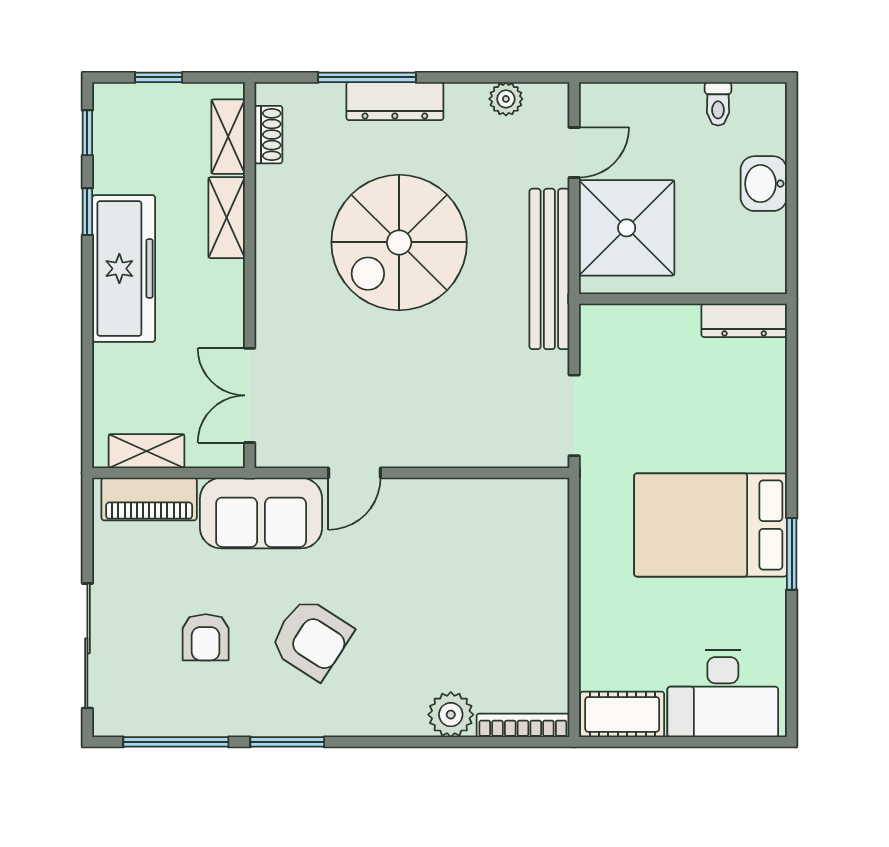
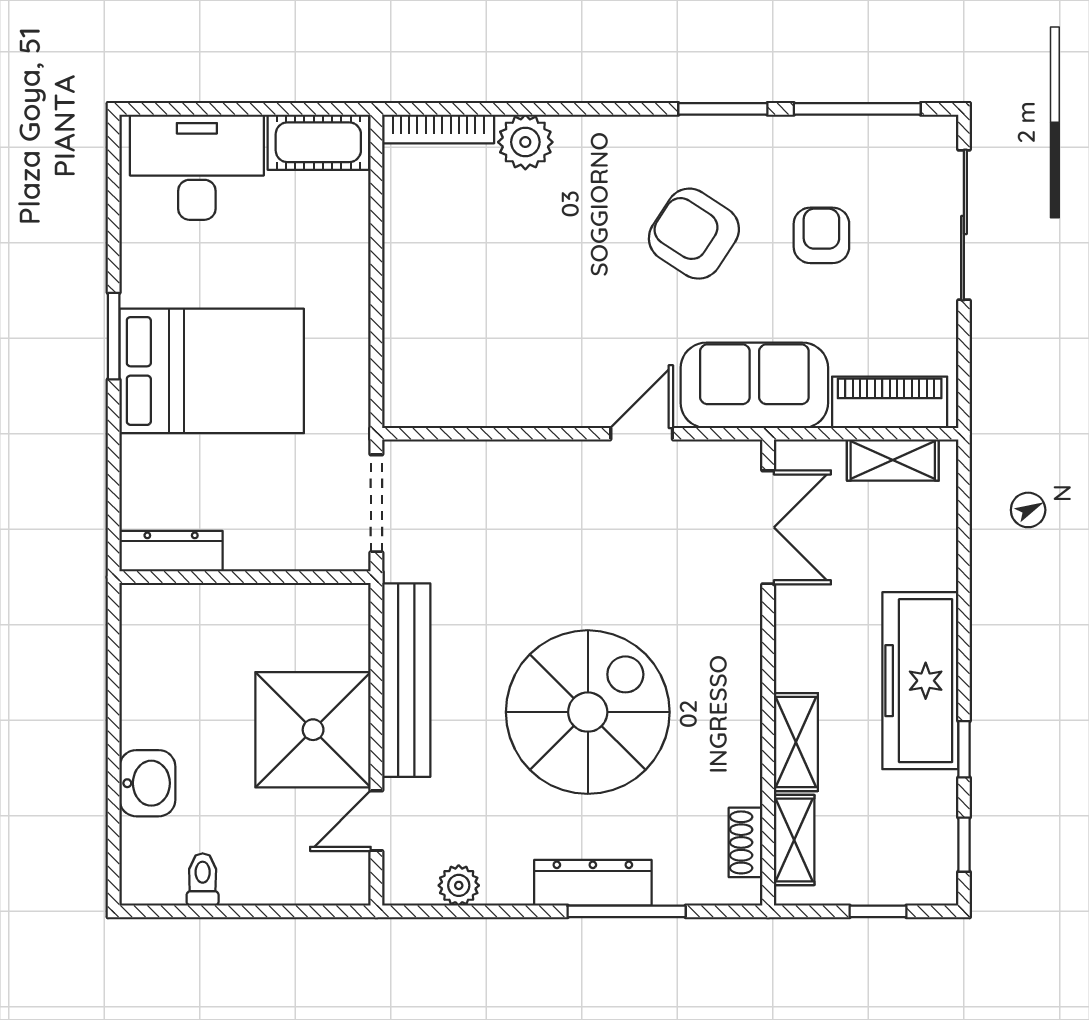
wall: (683, 299) -> (245, 577), moved
dresser: (744, 320) -> (171, 551), moved

